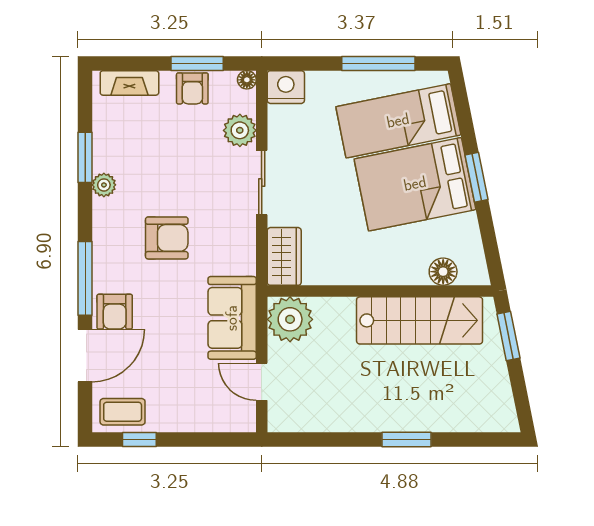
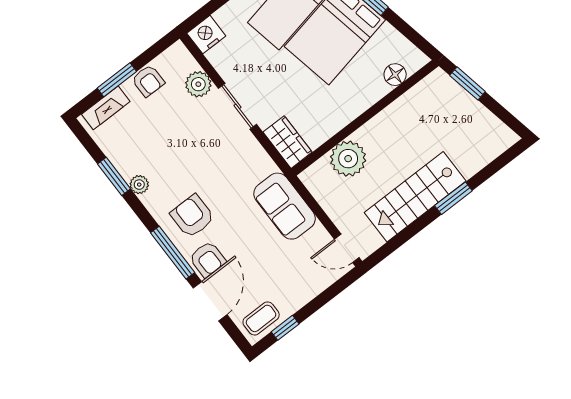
window: (197, 63) -> (117, 80), moved
floor lamp: (247, 80) -> (178, 49), removed
armchair: (167, 238) -> (192, 216), moved, turned -90
plant: (290, 319) -> (348, 159), moved
stairs: (420, 320) -> (415, 197), moved, turned 180
door: (262, 382) -> (347, 248), moved

